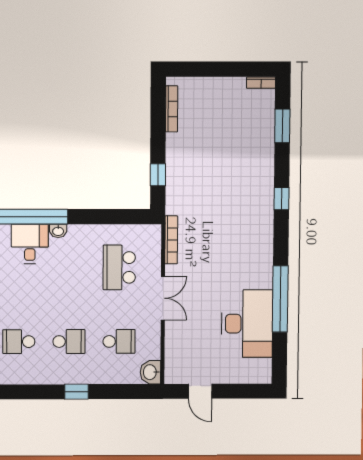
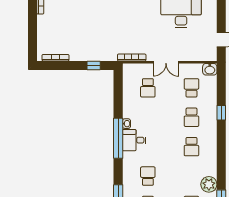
school desk: (119, 267) -> (148, 88), width x0.54
double door: (163, 298) -> (166, 62), swing flipped
school desk: (69, 342) -> (191, 117), turned 180

